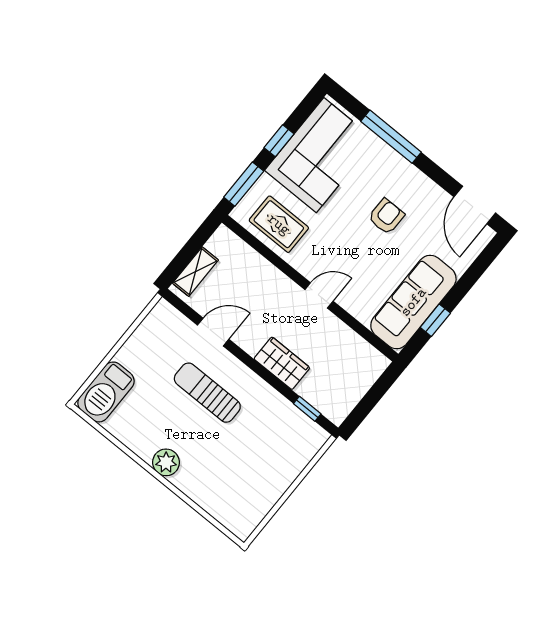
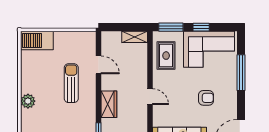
shelving: (195, 272) -> (135, 37), moved
plant: (166, 462) -> (28, 101), moved

